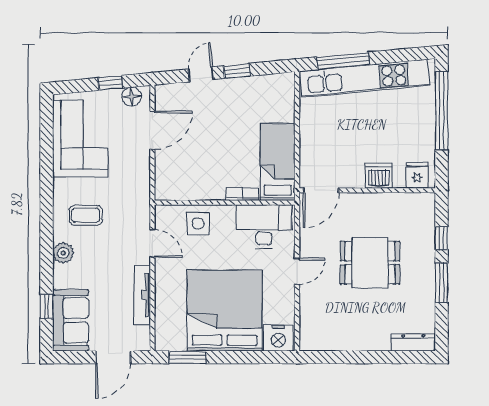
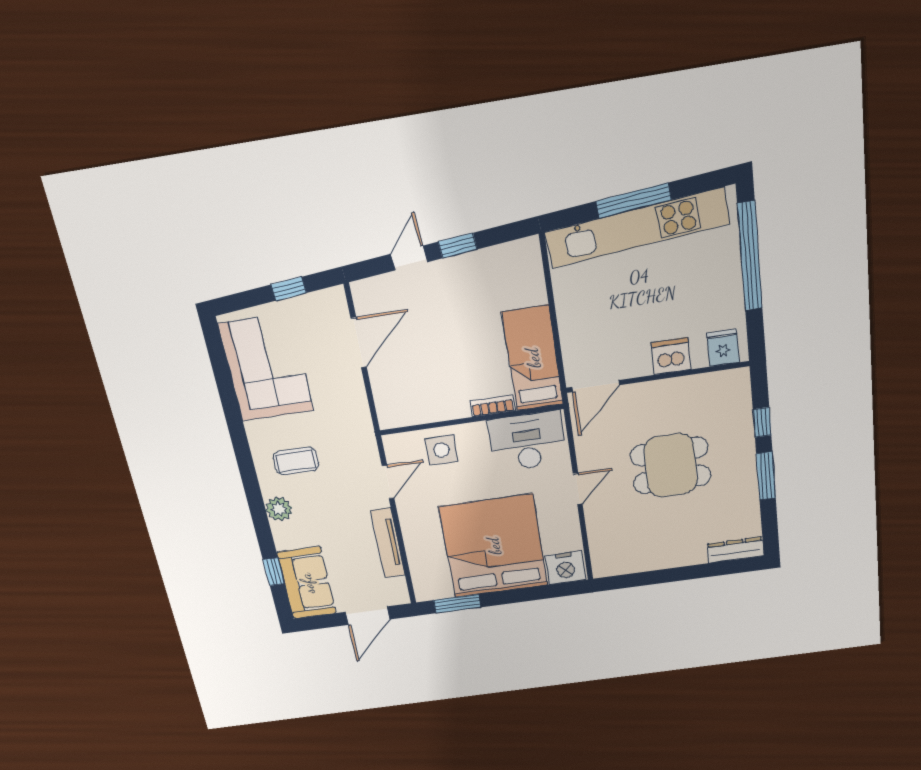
window: (343, 61) -> (634, 201), moved
floor lamp: (132, 97) -> (321, 303), removed
door: (152, 243) -> (388, 482), hinge flipped

